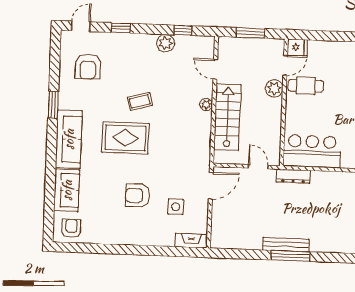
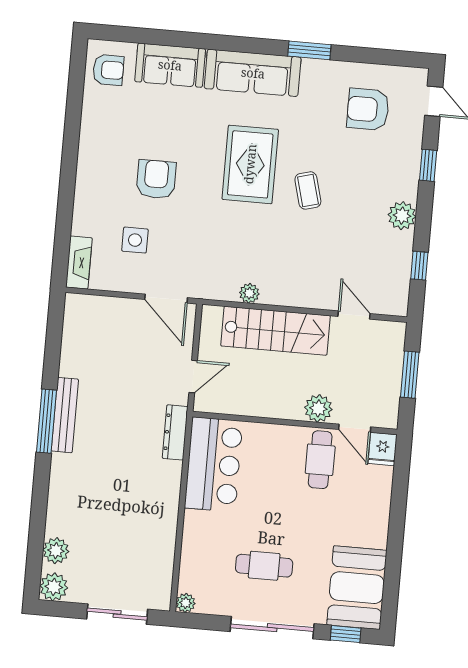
plant: (166, 43) -> (402, 216), moved
door: (215, 69) -> (354, 315), hinge flipped
plant: (206, 105) -> (249, 293), moved

